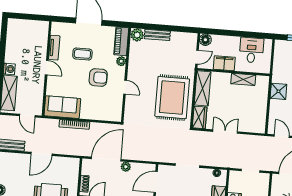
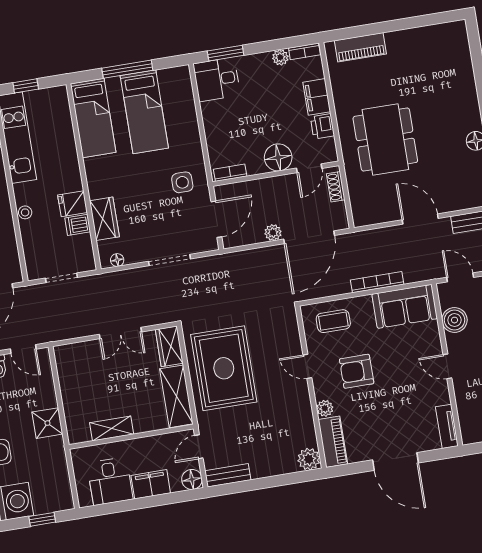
bench: (157, 35) -> (228, 475), moved
tv unit: (54, 48) -> (447, 426), moved
coffee table: (82, 54) -> (333, 321), moved
filing cabinet: (224, 63) -> (151, 484), moved, turned 180
boiler: (36, 93) -> (455, 320), added
door: (42, 154) -> (420, 219), hinge flipped

